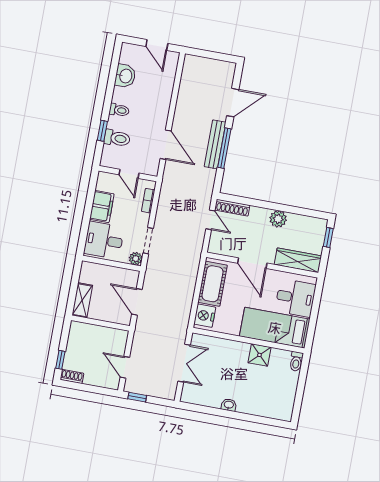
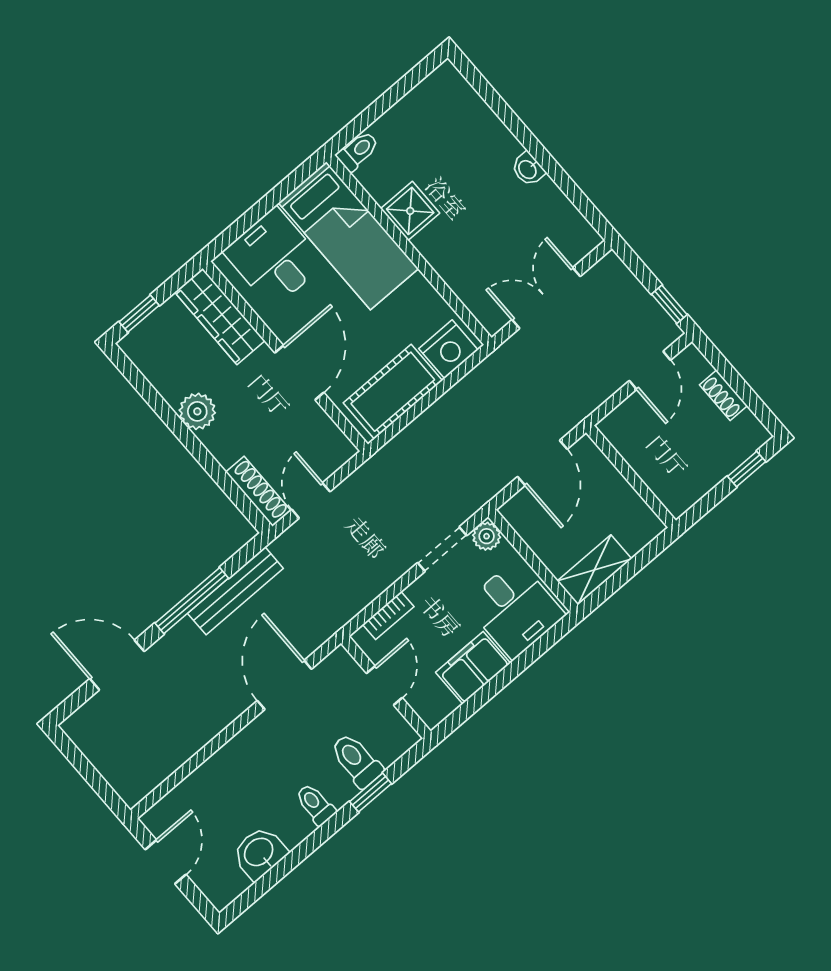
bench: (215, 144) -> (235, 591), moved
shelving: (82, 300) -> (594, 570), moved
shoe rack: (72, 376) -> (723, 395), moved

